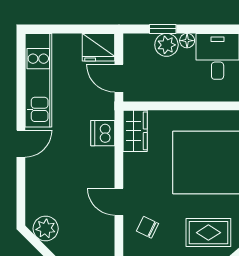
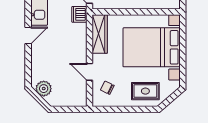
wardrobe: (135, 131) -> (100, 34), width x1.50
dishwasher: (103, 133) -> (79, 14), moved

